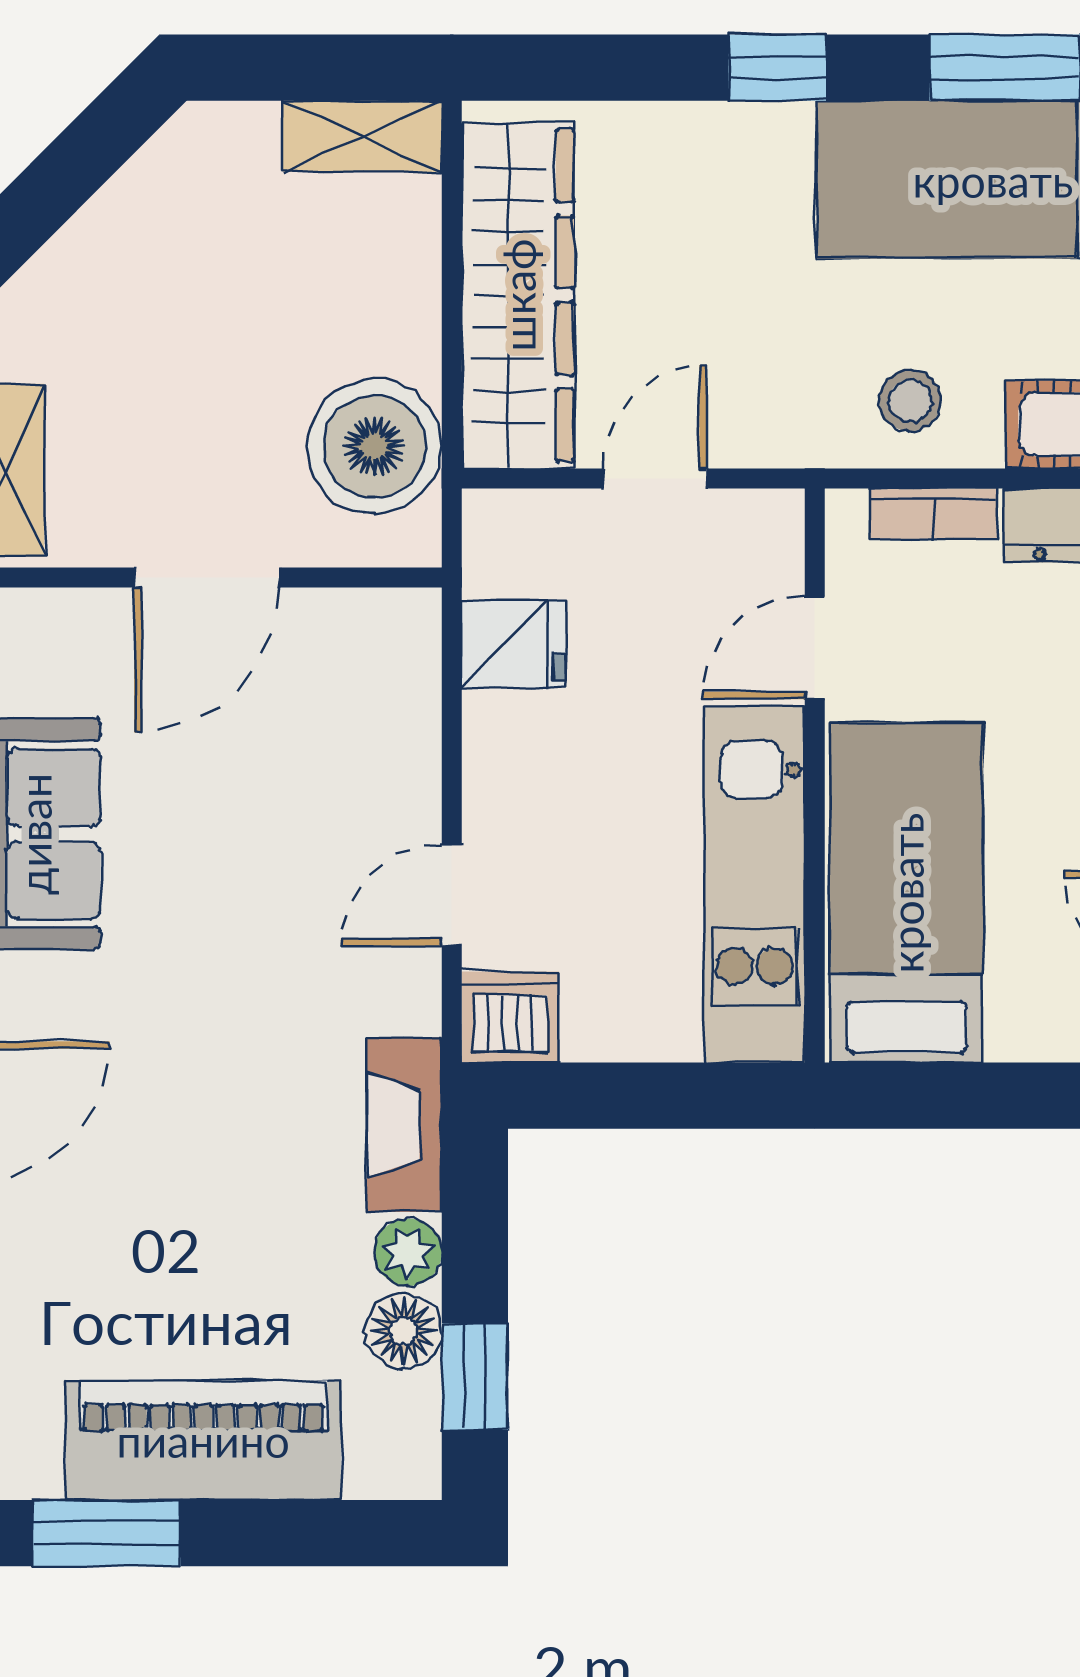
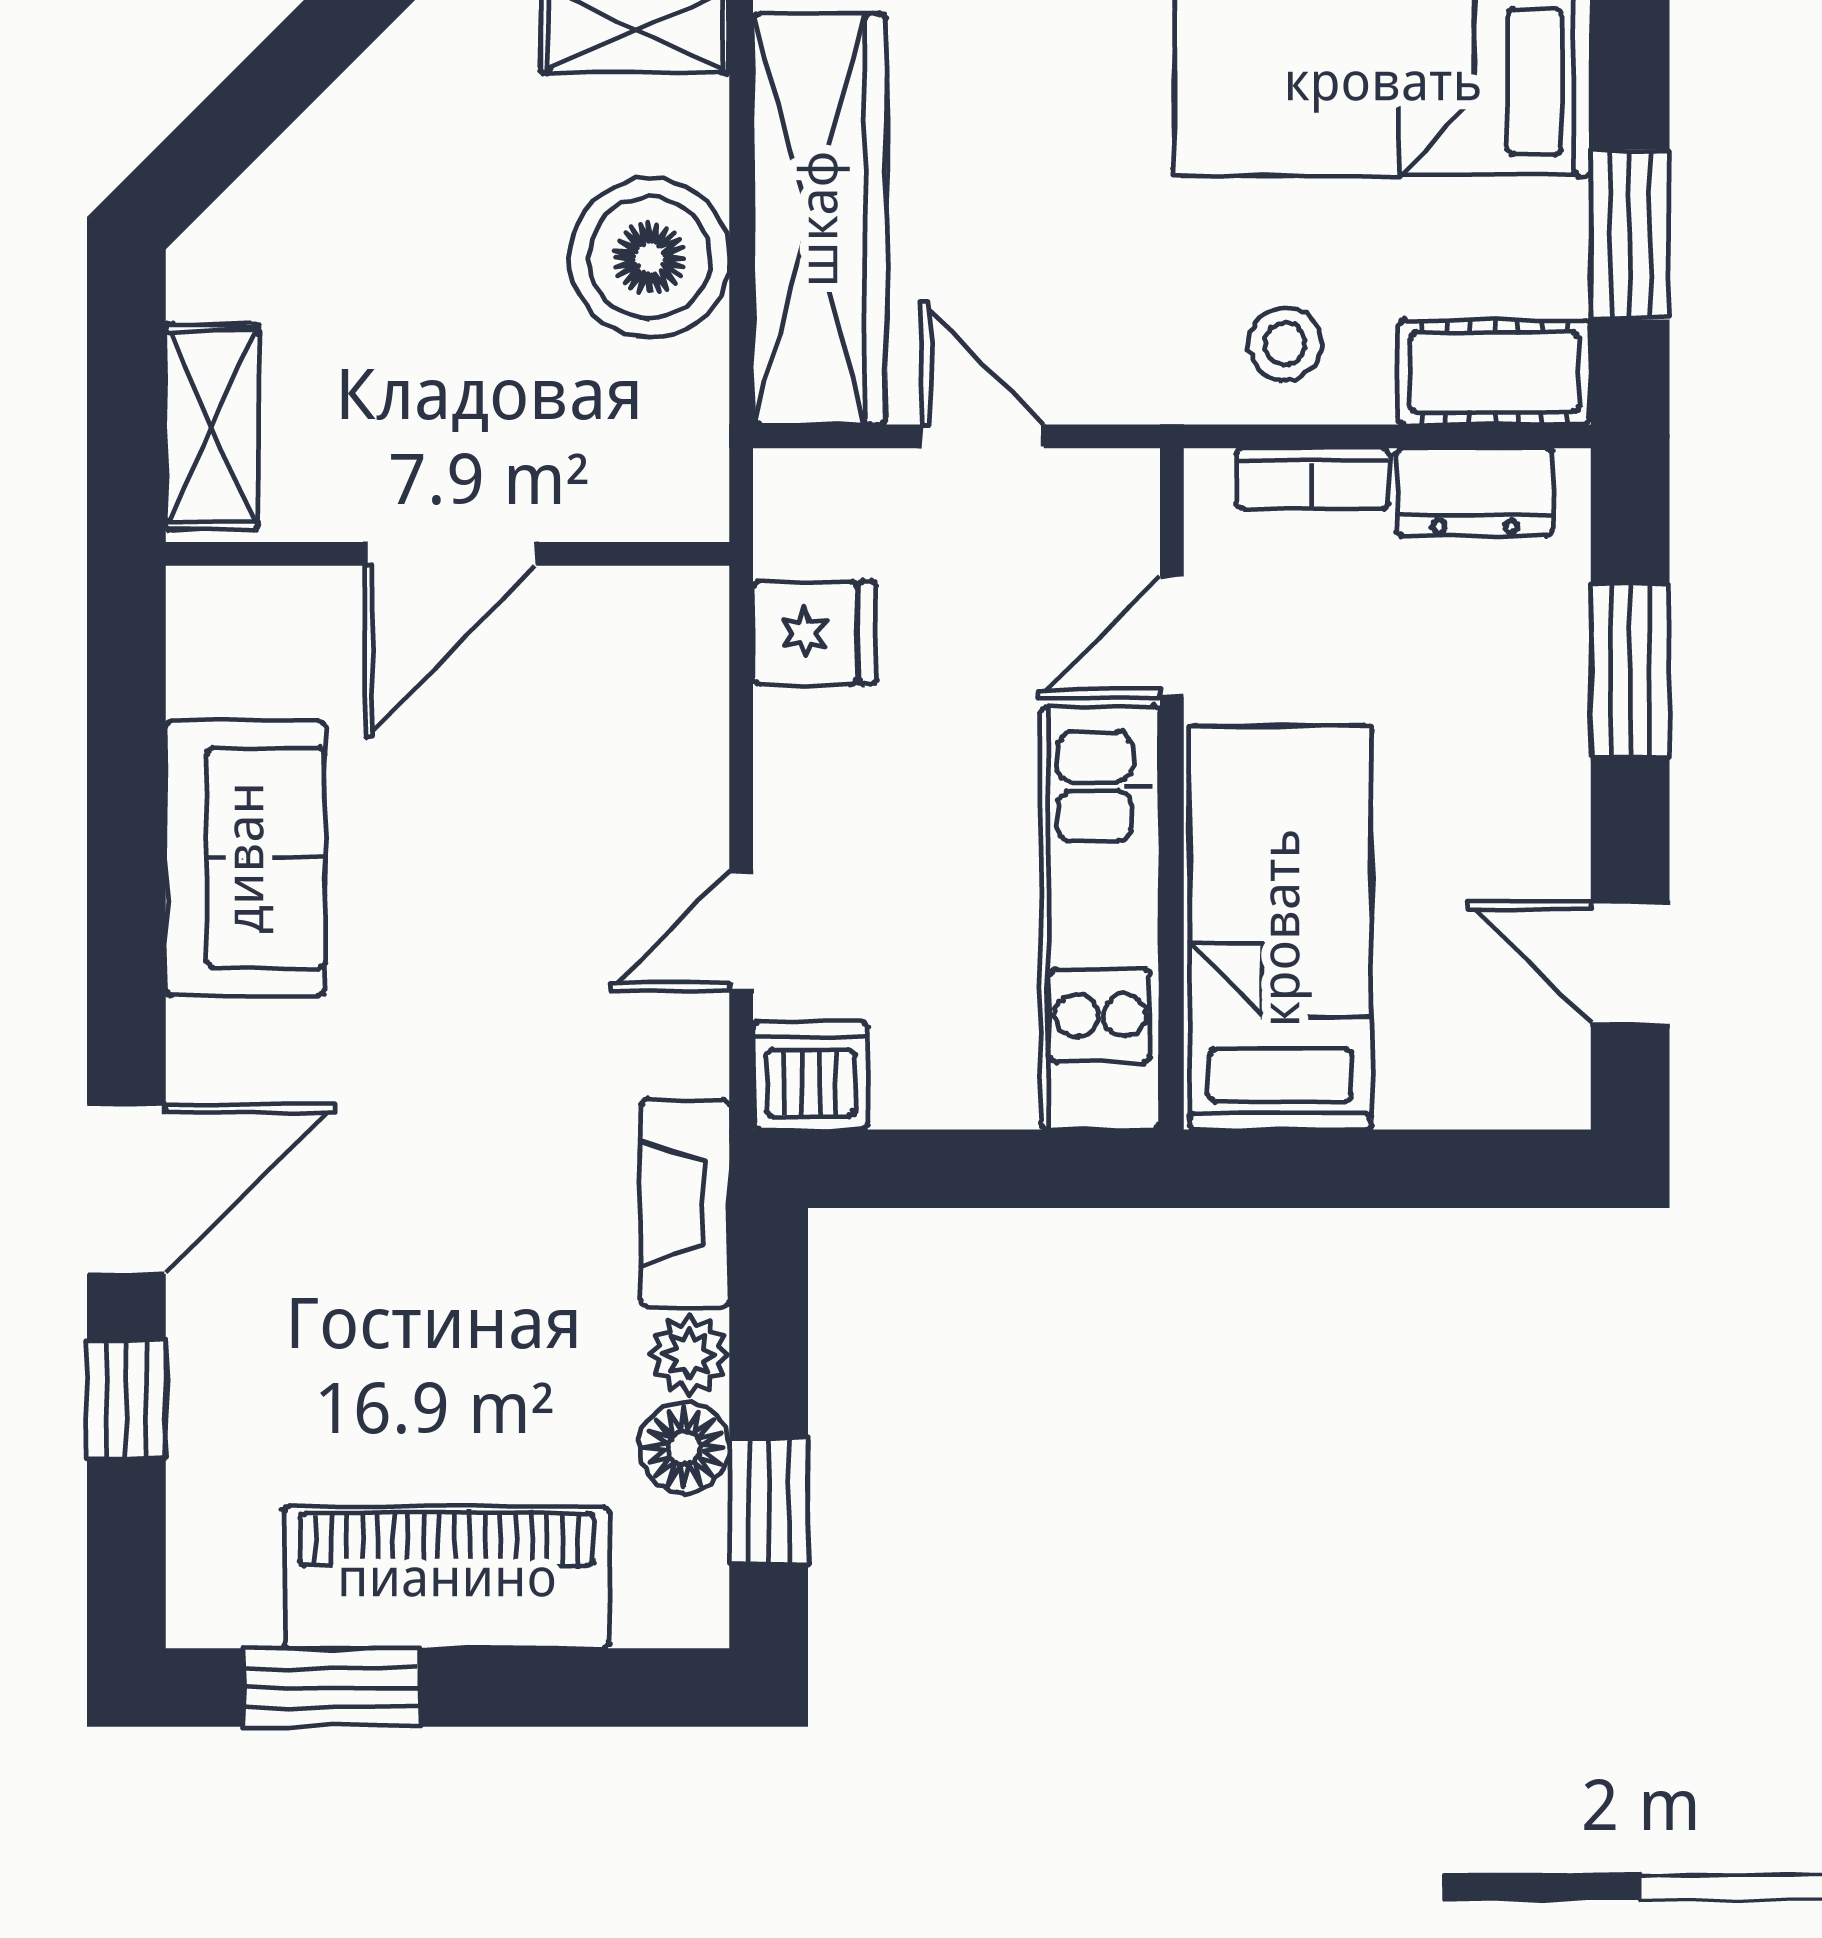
boiler: (374, 446) -> (650, 258), moved
door: (655, 479) -> (982, 436), hinge flipped

